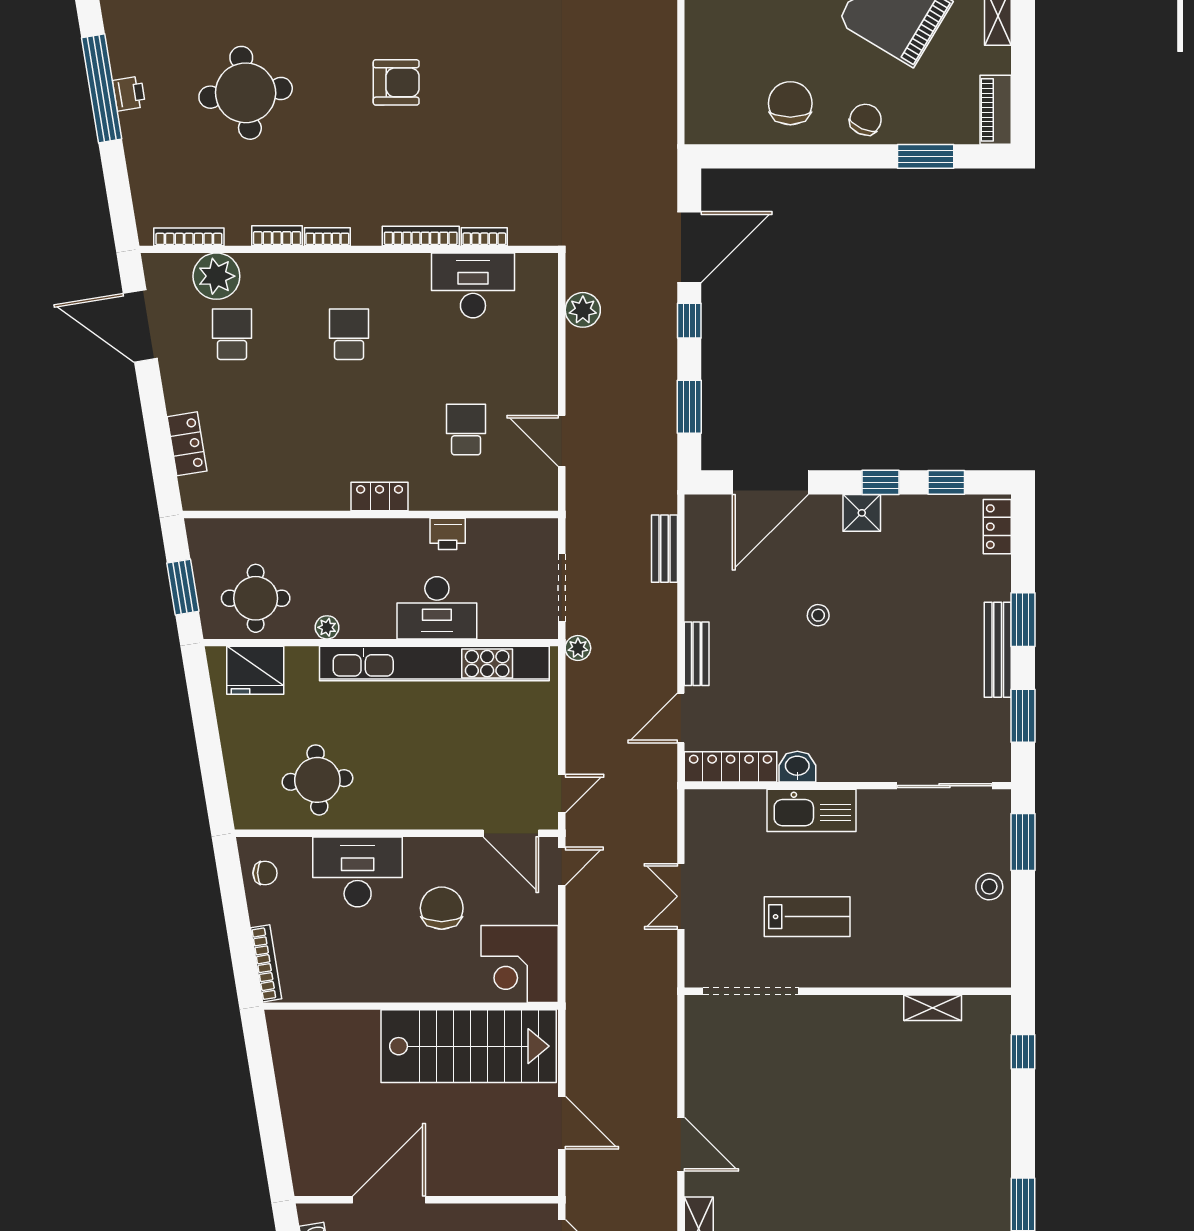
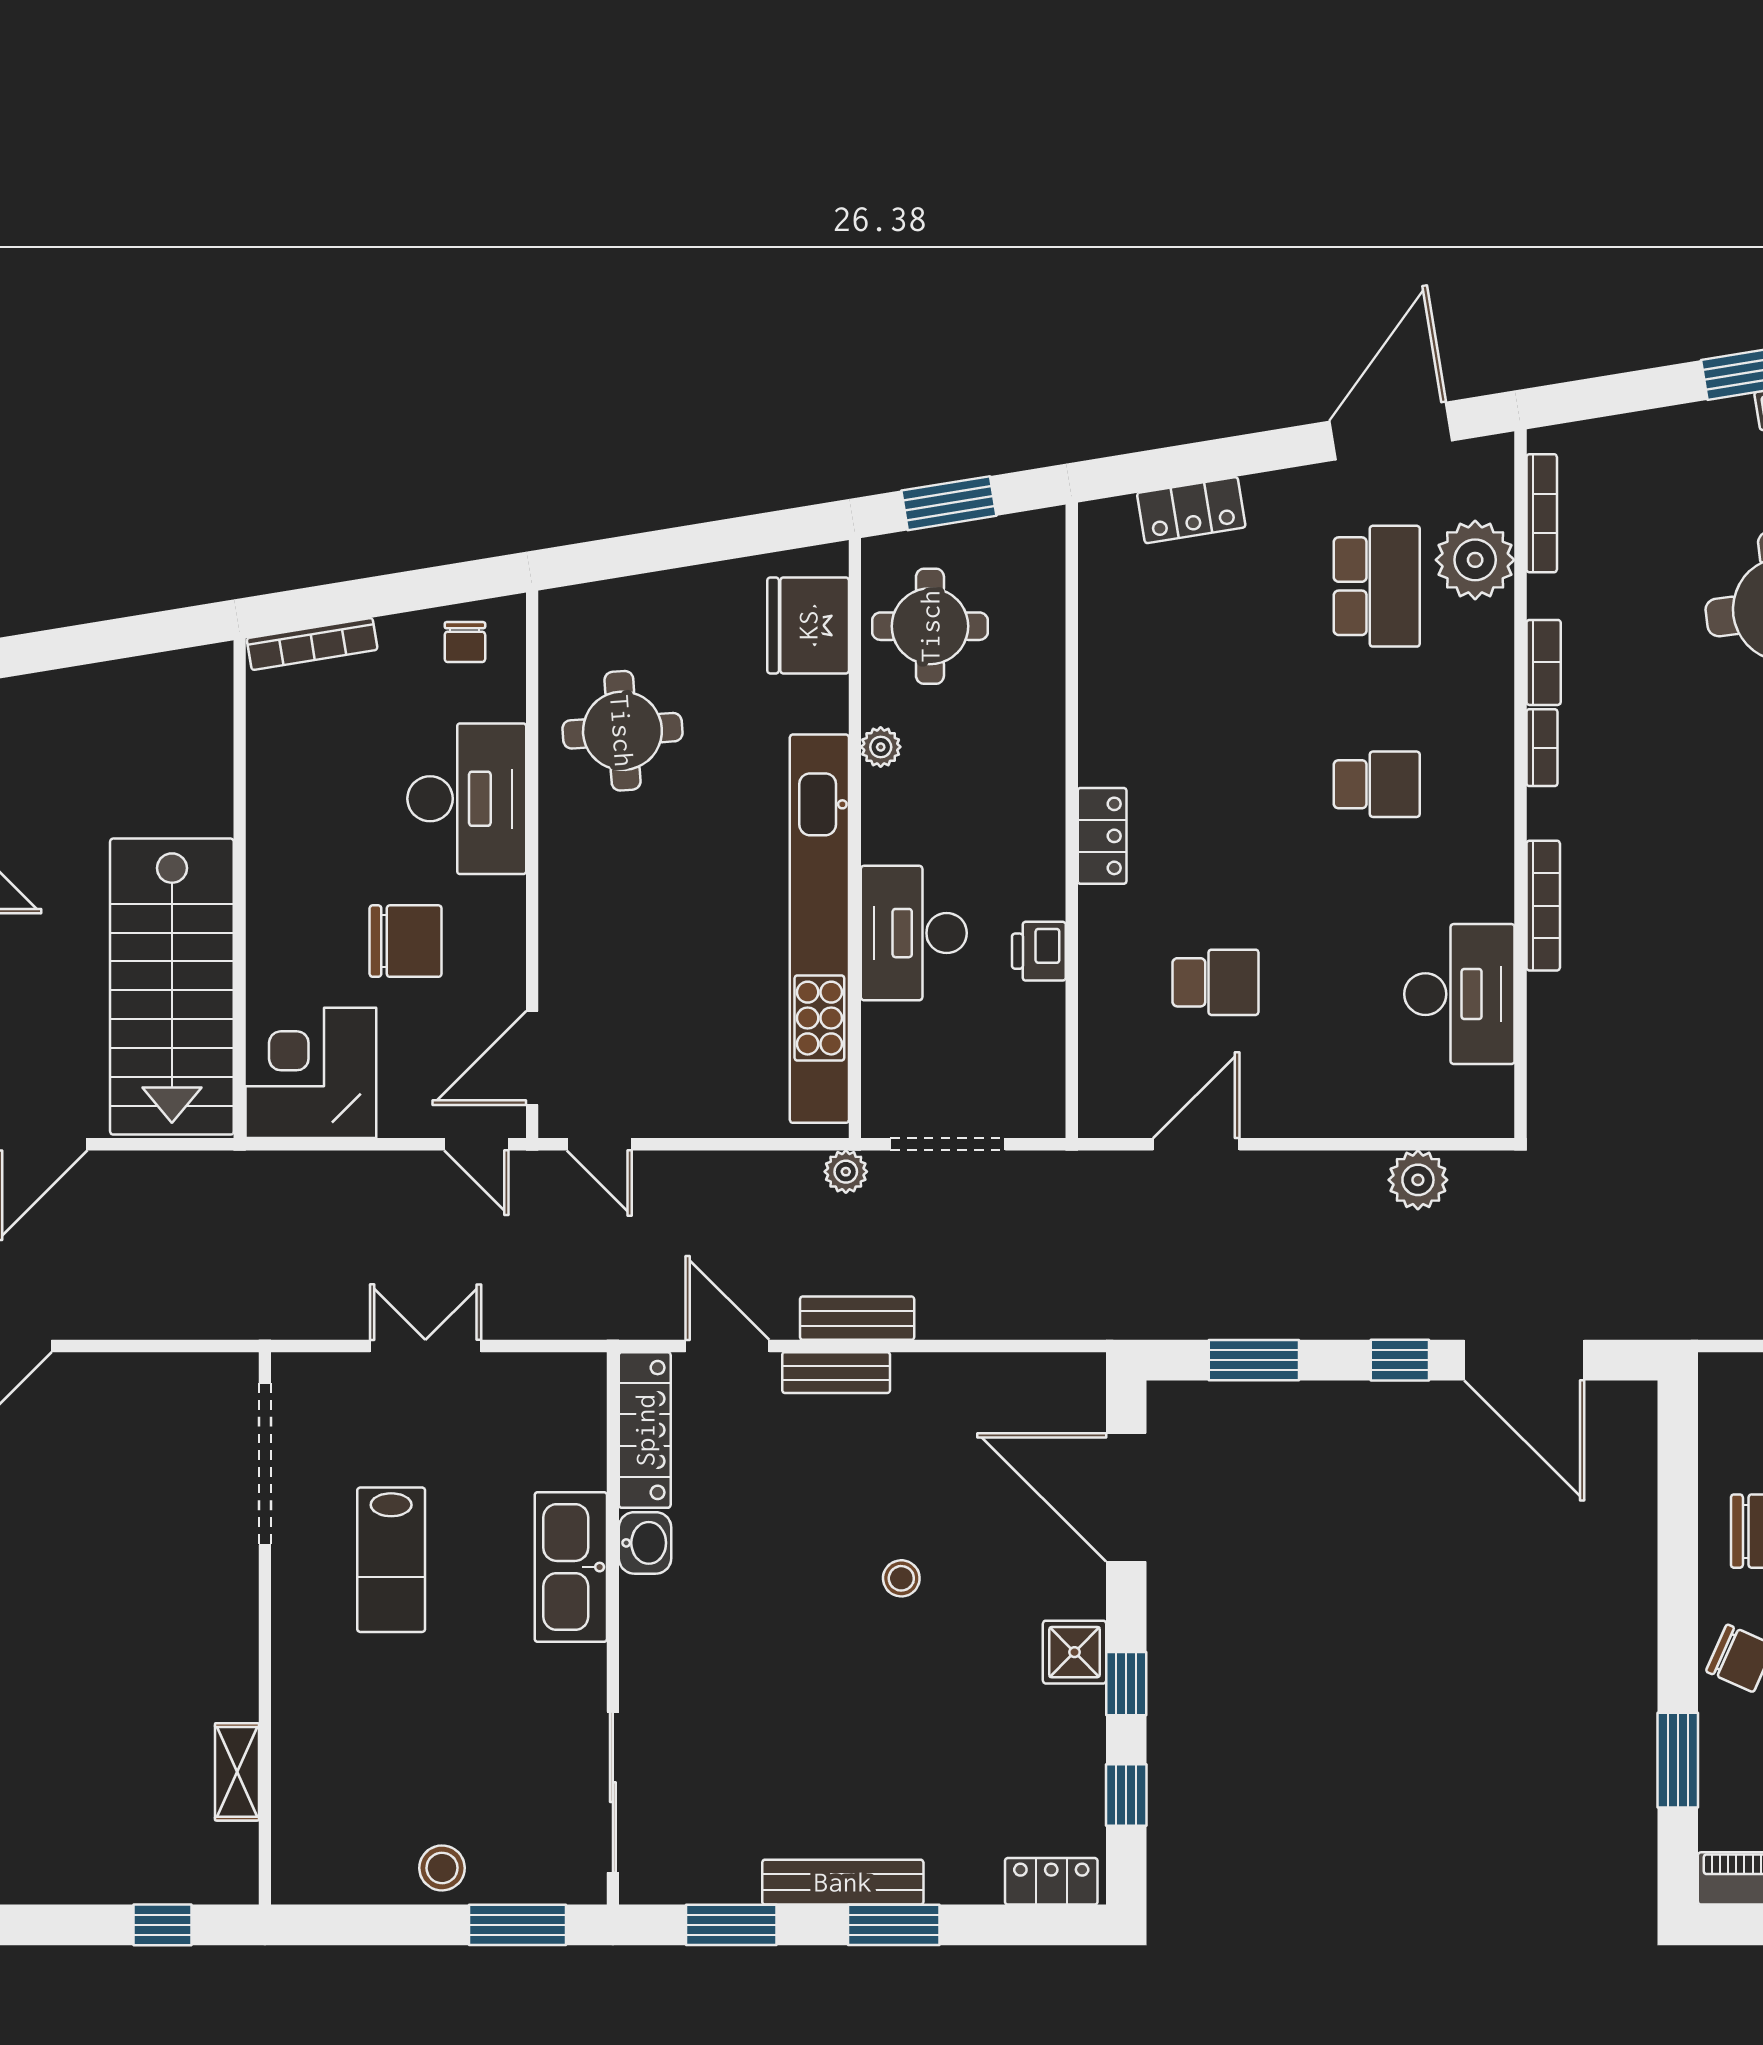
bookcase: (484, 237) -> (1542, 1013), removed
school desk: (232, 334) -> (1377, 586), width x1.85
bench: (664, 549) -> (857, 1318), moved

